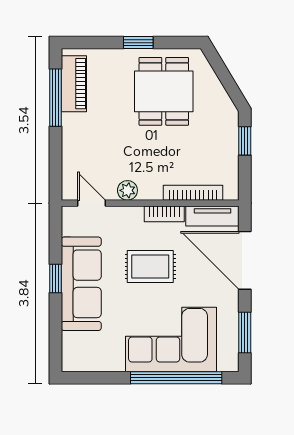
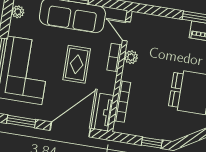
door: (91, 203) -> (126, 31), swing flipped
bookcase: (164, 214) -> (115, 57), moved
plant: (89, 363) -> (18, 12), added

